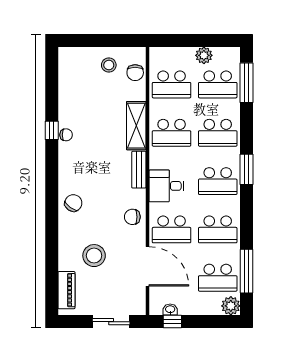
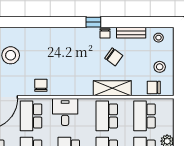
stool: (71, 66) -> (159, 38), added
window: (52, 130) -> (93, 22), moved
bench: (139, 170) -> (131, 33), moved
chair: (73, 203) -> (114, 57), moved

